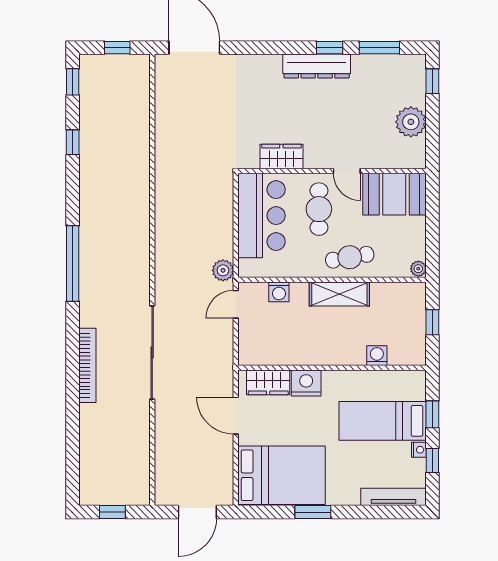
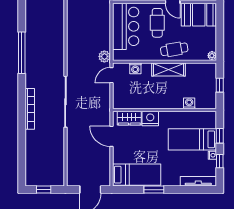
bed: (282, 475) -> (137, 175), width x0.67

